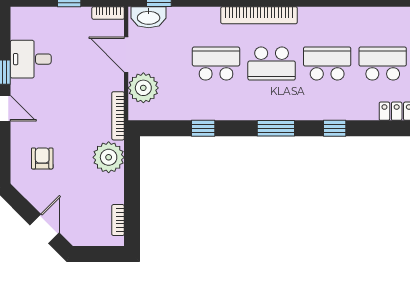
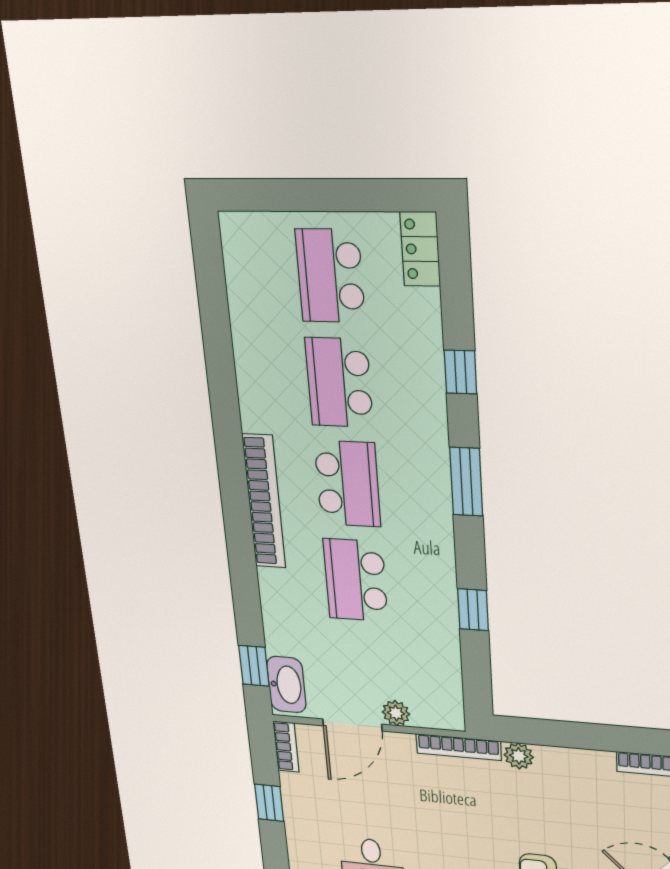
plant: (143, 88) -> (396, 713), width x0.53, depth x0.53
plant: (109, 157) -> (519, 756), width x0.53, depth x0.53

